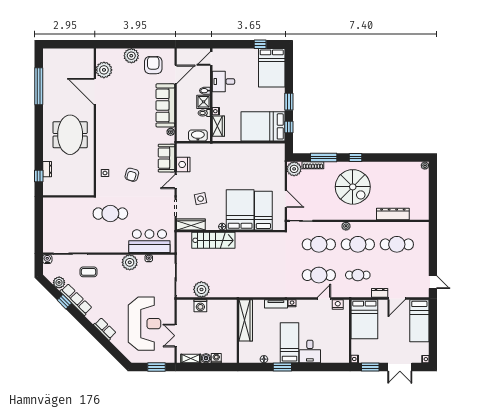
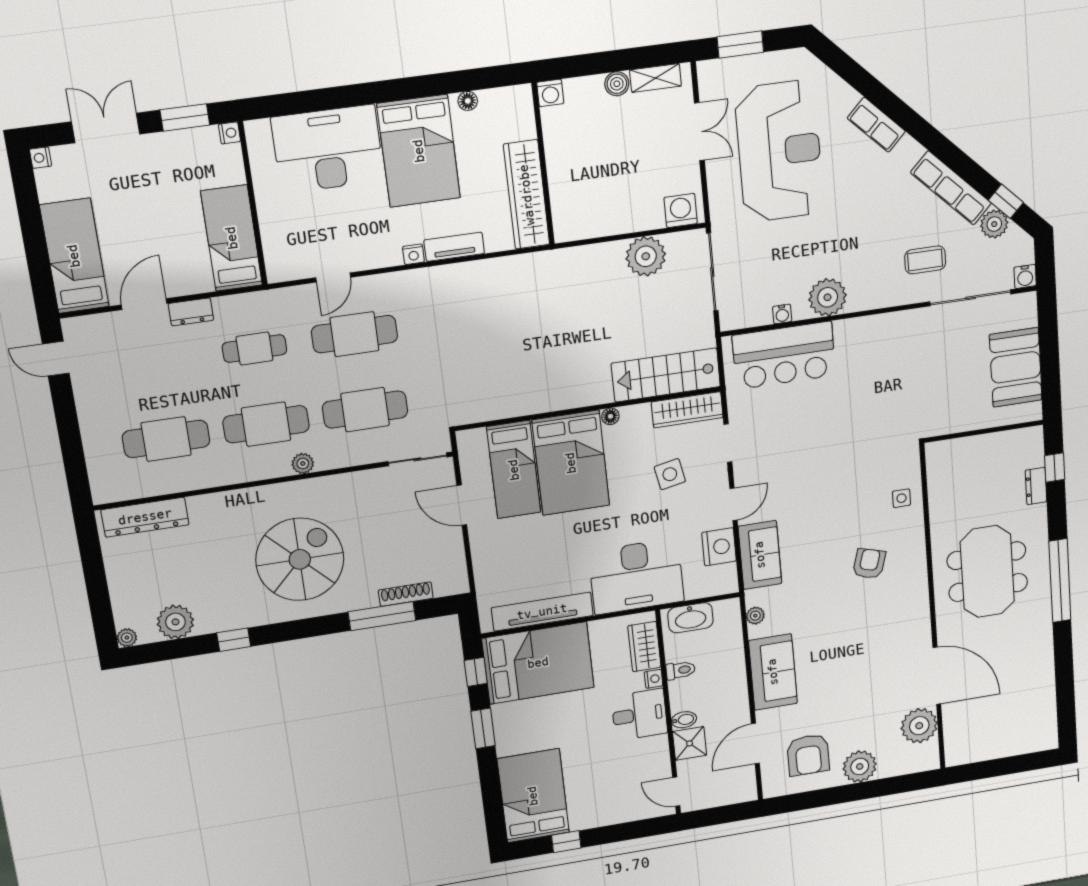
door: (211, 59) -> (676, 792), swing flipped
desk: (223, 82) -> (639, 715), moved
window: (39, 86) -> (1060, 581), moved
shower: (204, 102) -> (690, 743), moved
sofa: (165, 105) -> (773, 672), width x0.73
tv unit: (259, 149) -> (542, 612), added
desk: (219, 157) -> (636, 576), added
window: (355, 158) -> (234, 640), moved
plant: (294, 169) -> (175, 622), moved
armchair: (132, 175) -> (869, 564), moved
spiral stairs: (353, 187) -> (300, 559), turned 90
cafe table: (110, 214) -> (882, 407), removed
dresser: (393, 214) -> (145, 517), moved
booth: (53, 222) -> (1016, 367), added
stairs: (213, 240) -> (666, 375), moved
window: (64, 302) -> (1006, 201), moved
nightstand: (338, 304) -> (295, 268), removed
washing machine: (200, 306) -> (681, 211), moved
bed: (364, 319) -> (232, 238), width x0.67
reception desk: (144, 324) -> (779, 151), turned 180
bed: (289, 343) -> (419, 151), width x1.50
desk: (310, 351) -> (328, 149), width x1.87, depth x1.30
washing machine: (216, 358) -> (550, 93), moved
window: (282, 367) -> (417, 87), removed

